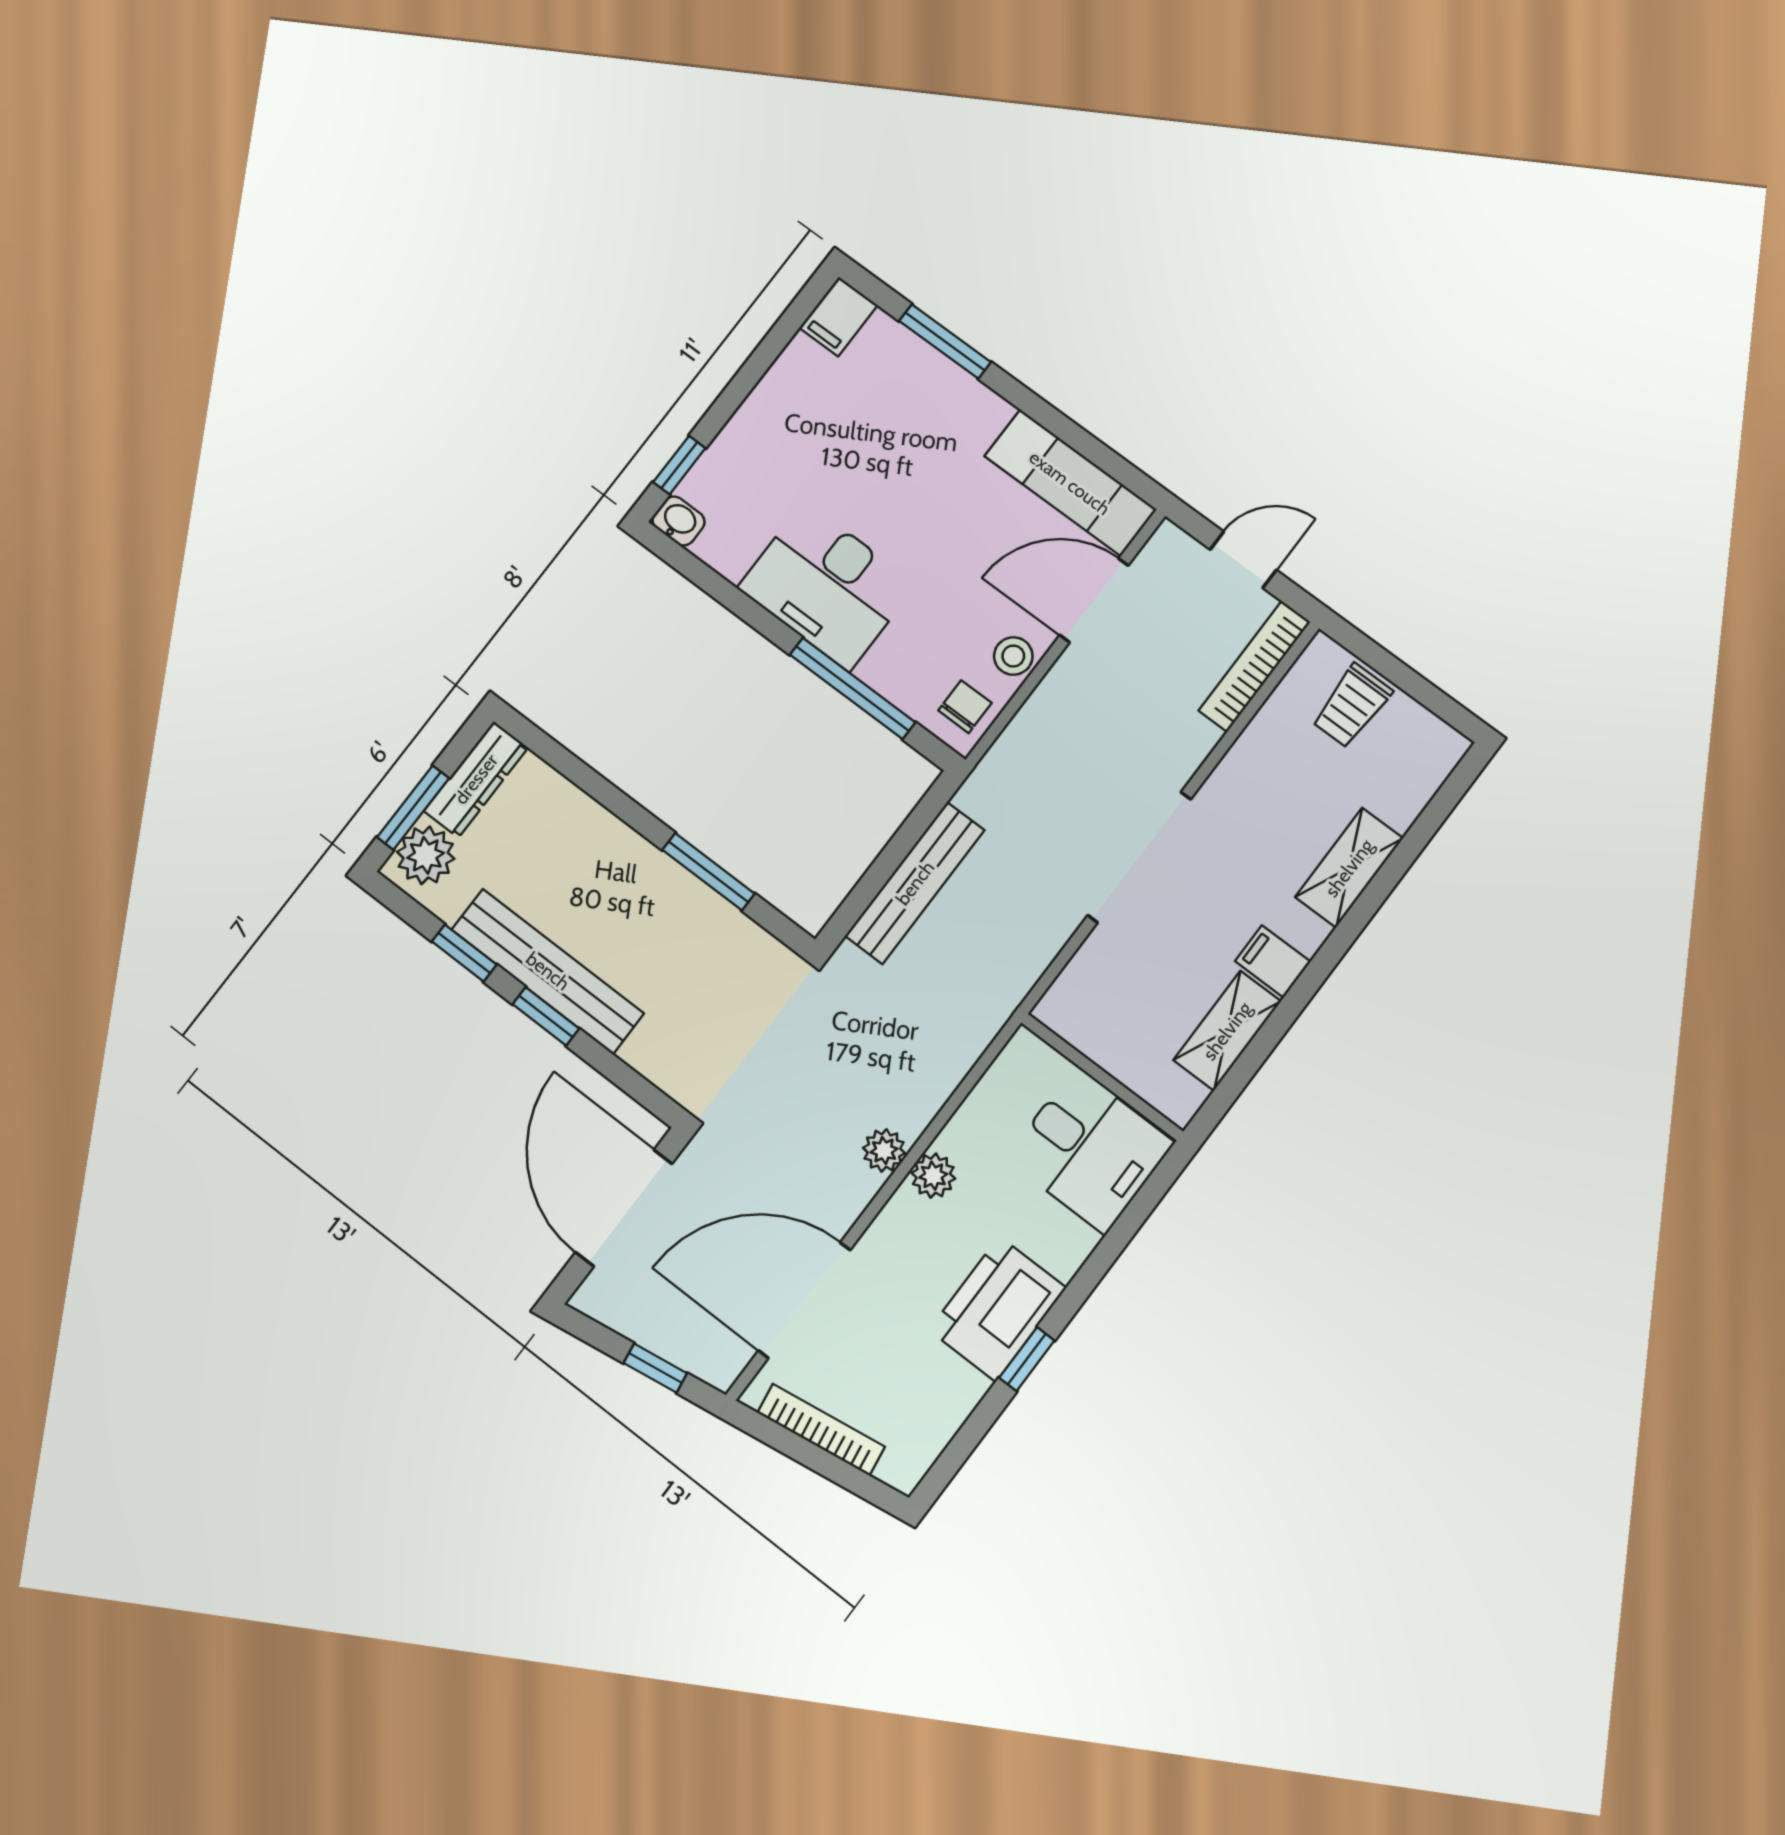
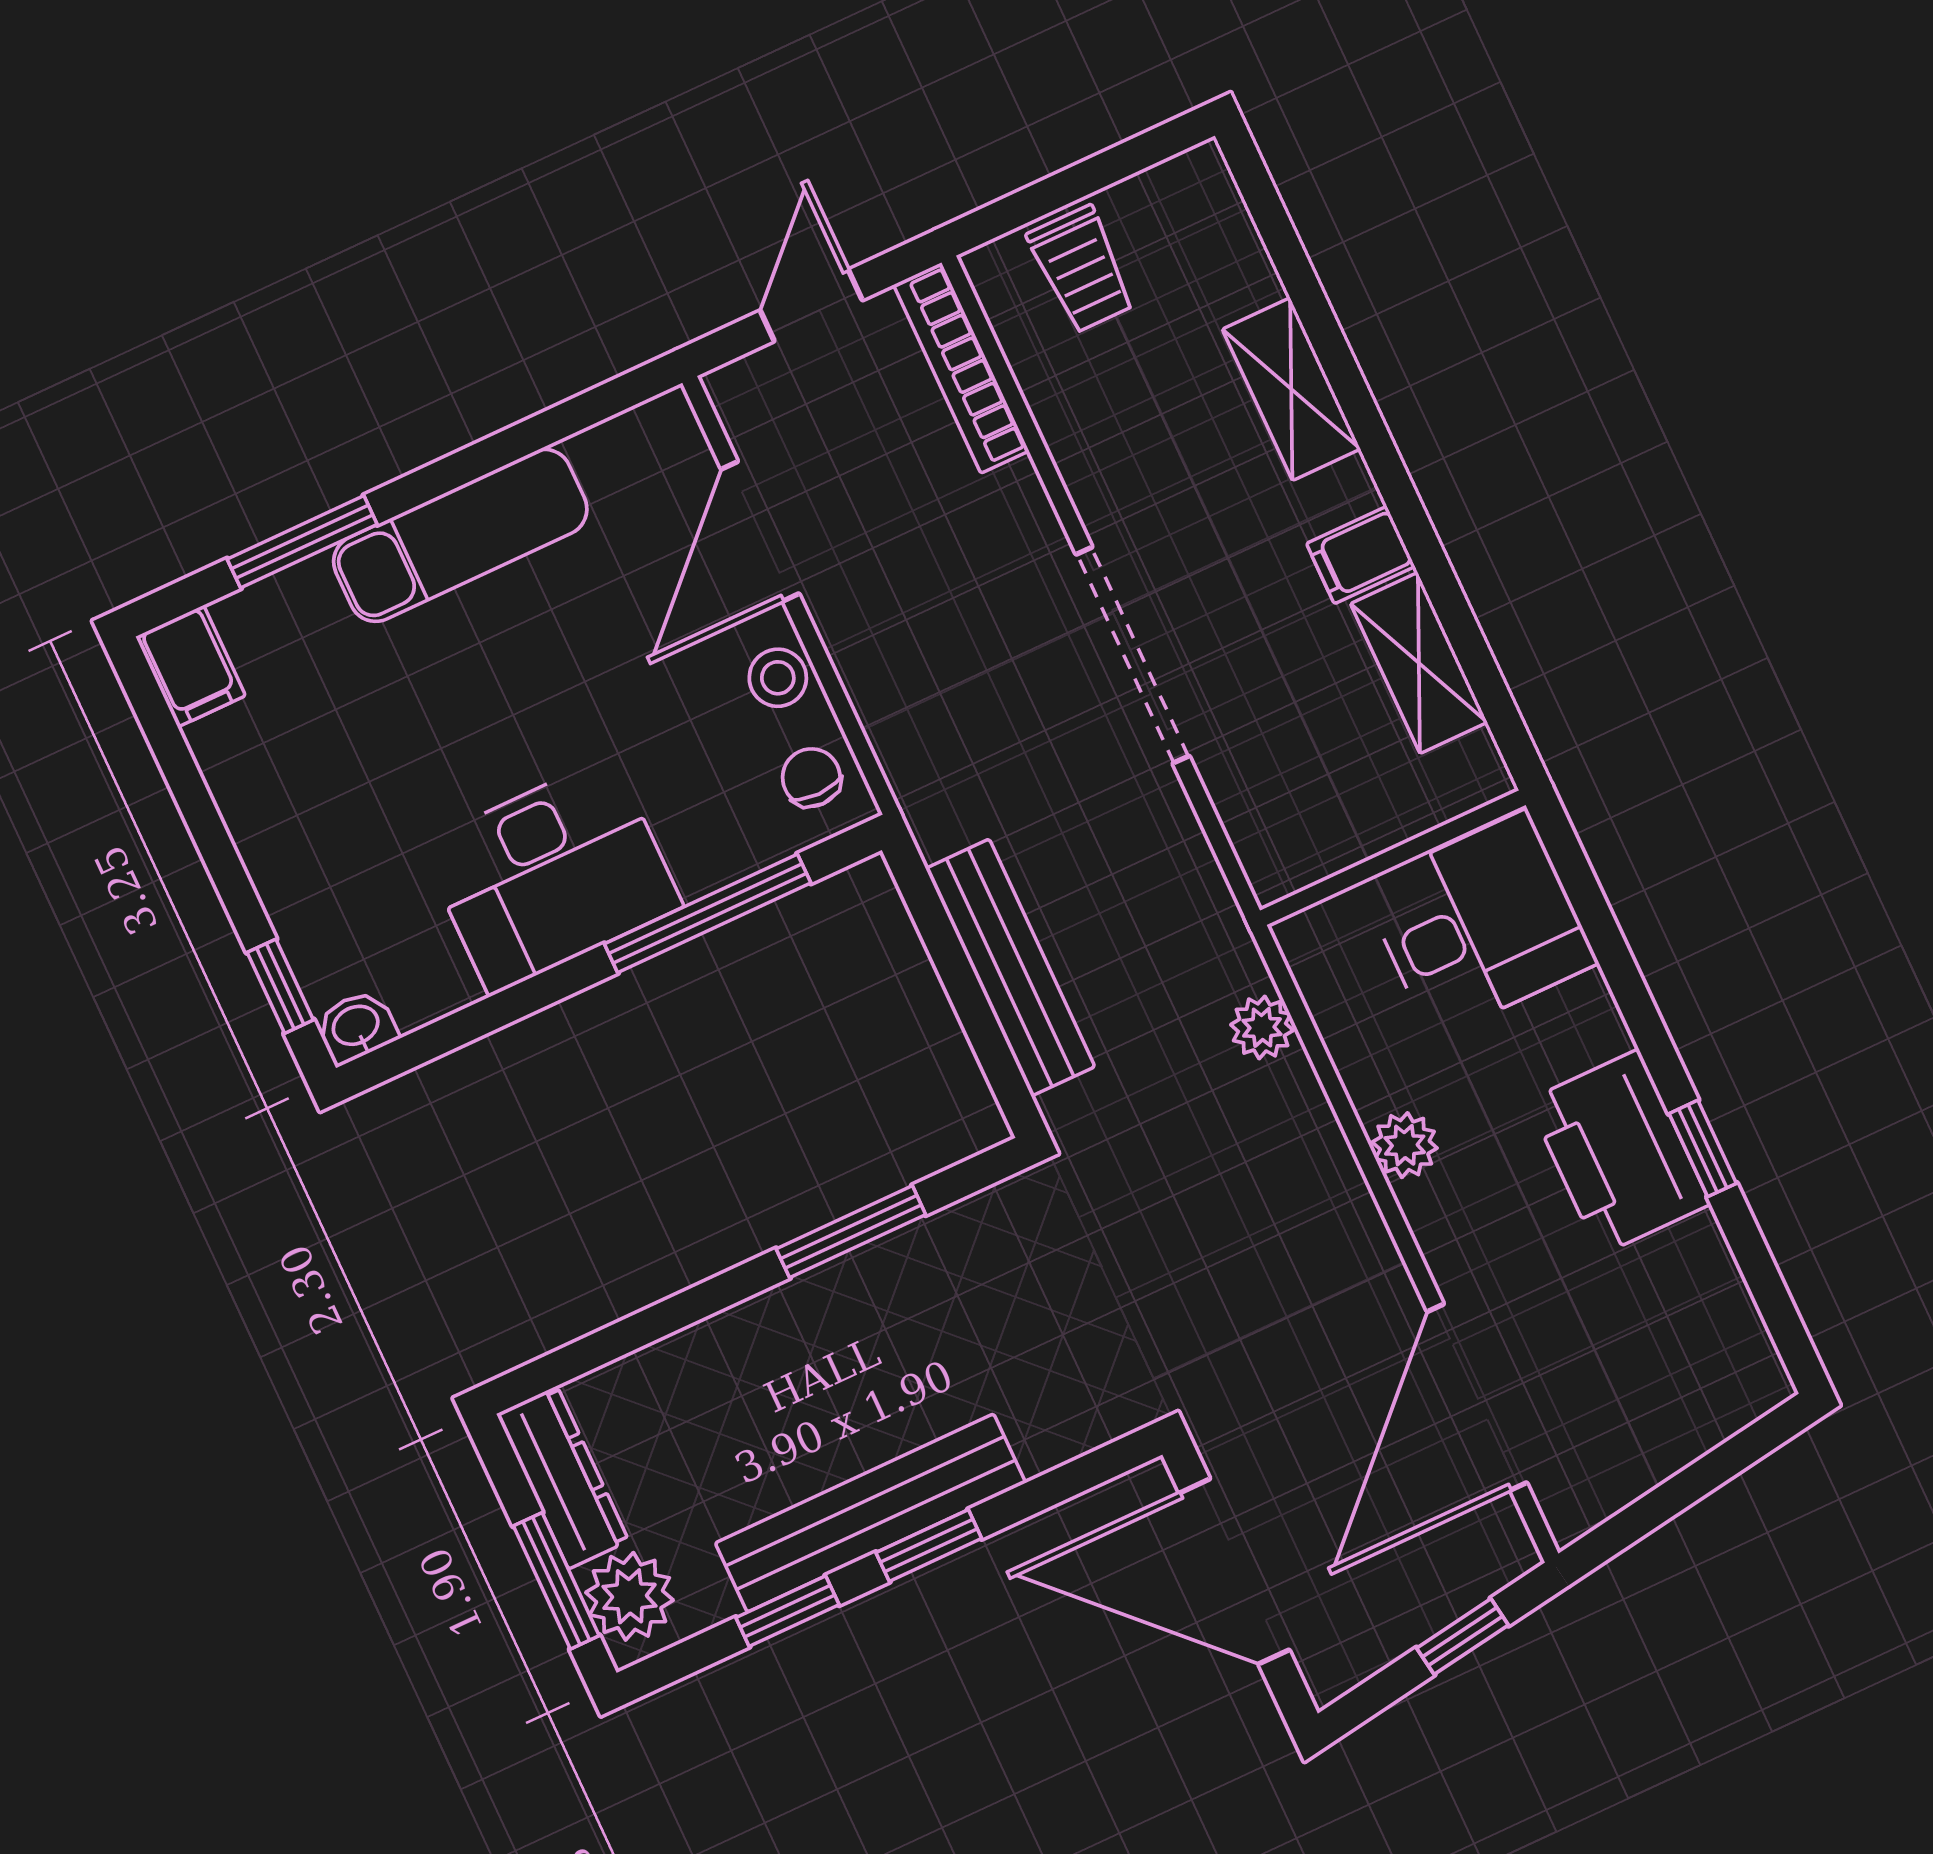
exam couch: (1070, 483) -> (460, 535), moved
plant: (884, 1150) -> (1262, 1027), moved
bookcase: (821, 1430) -> (1653, 1462), removed

